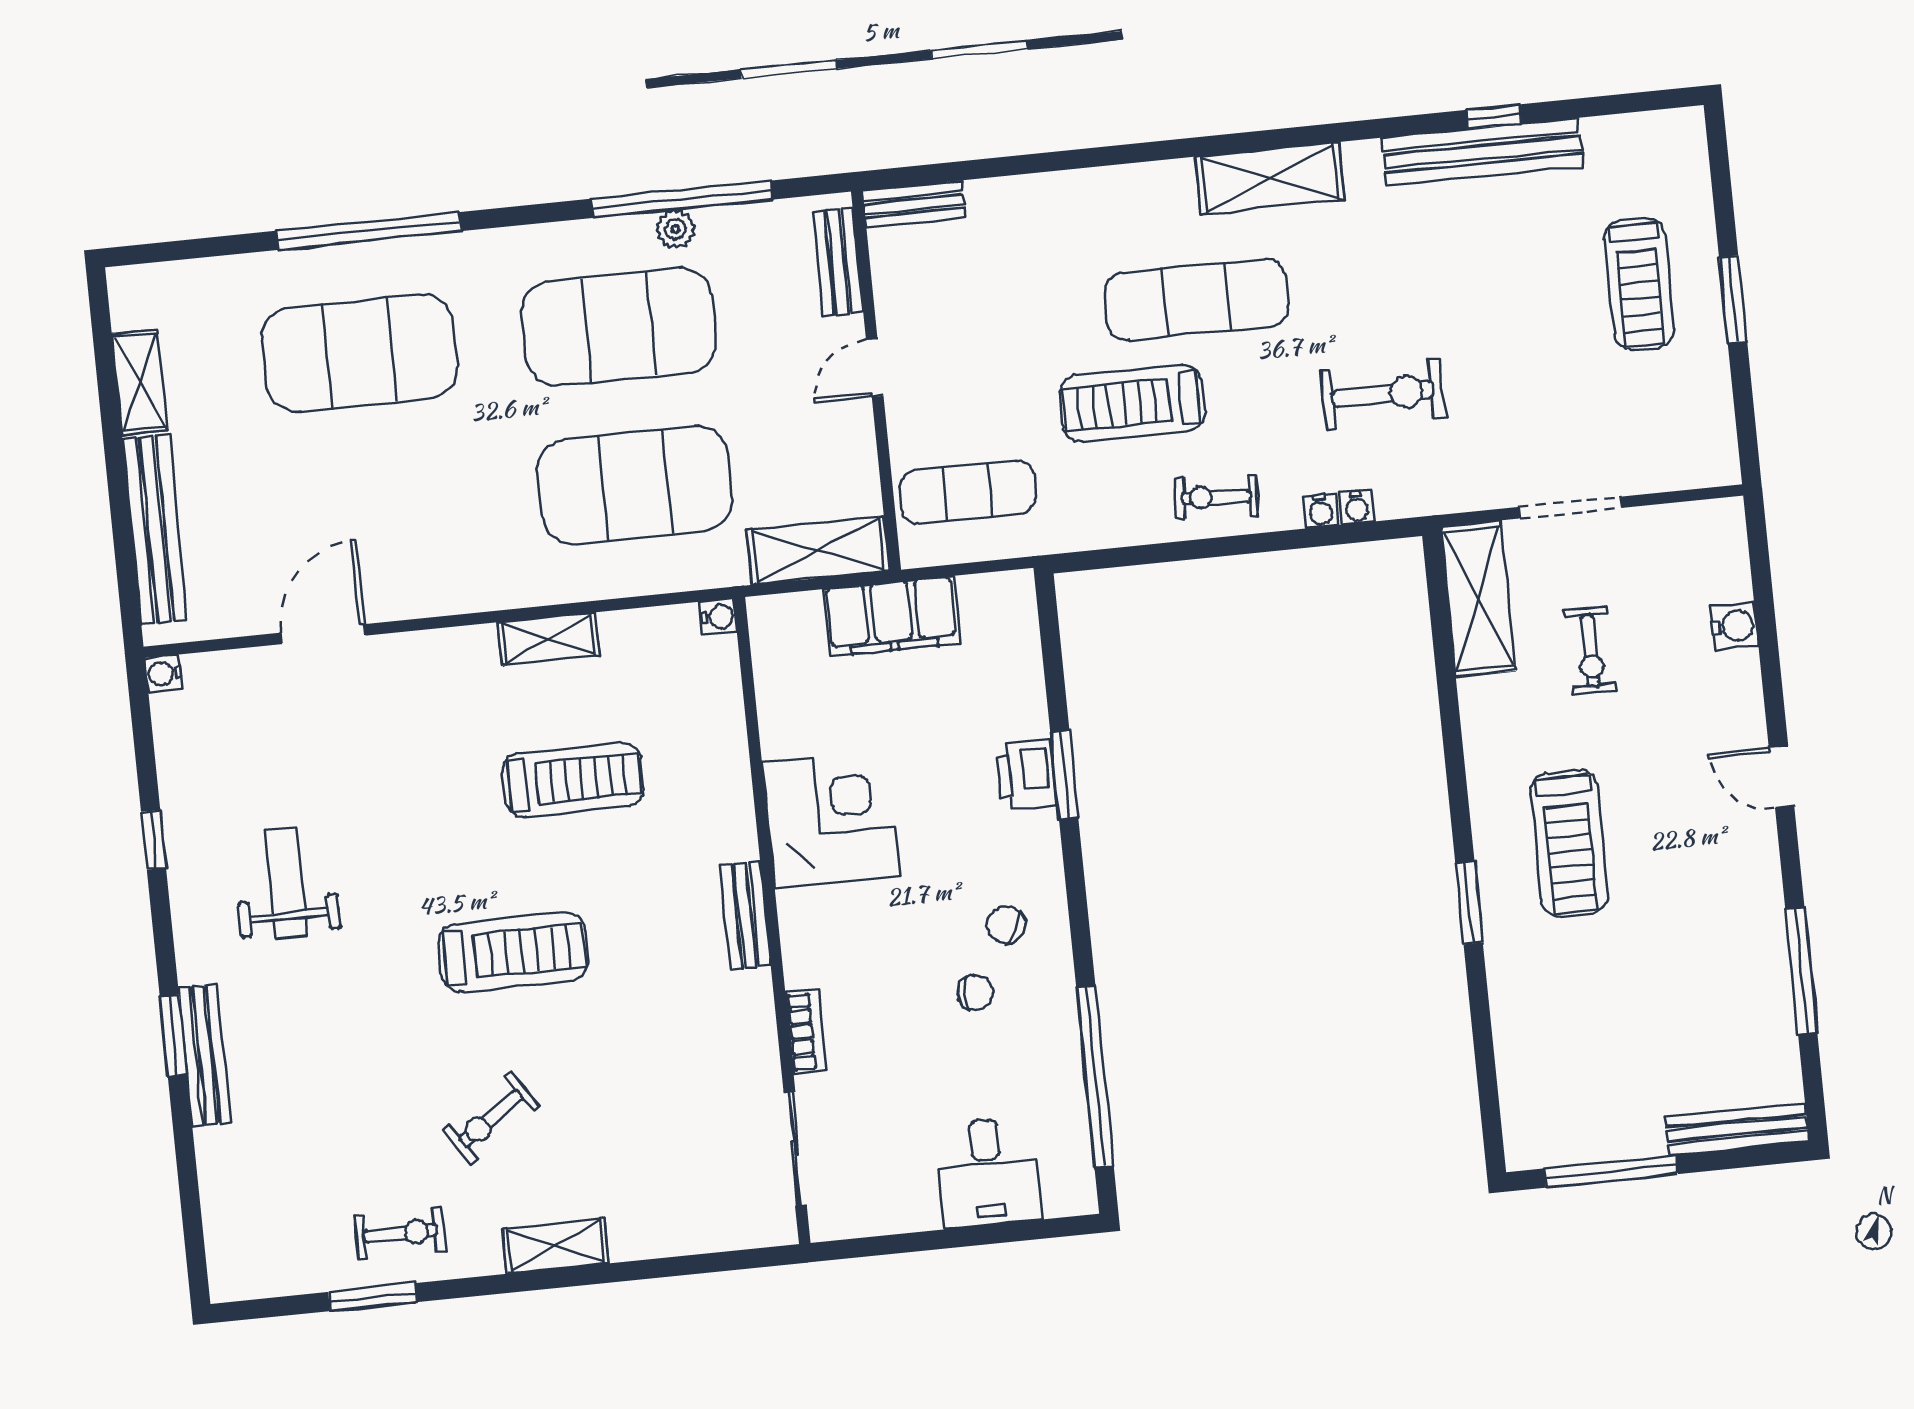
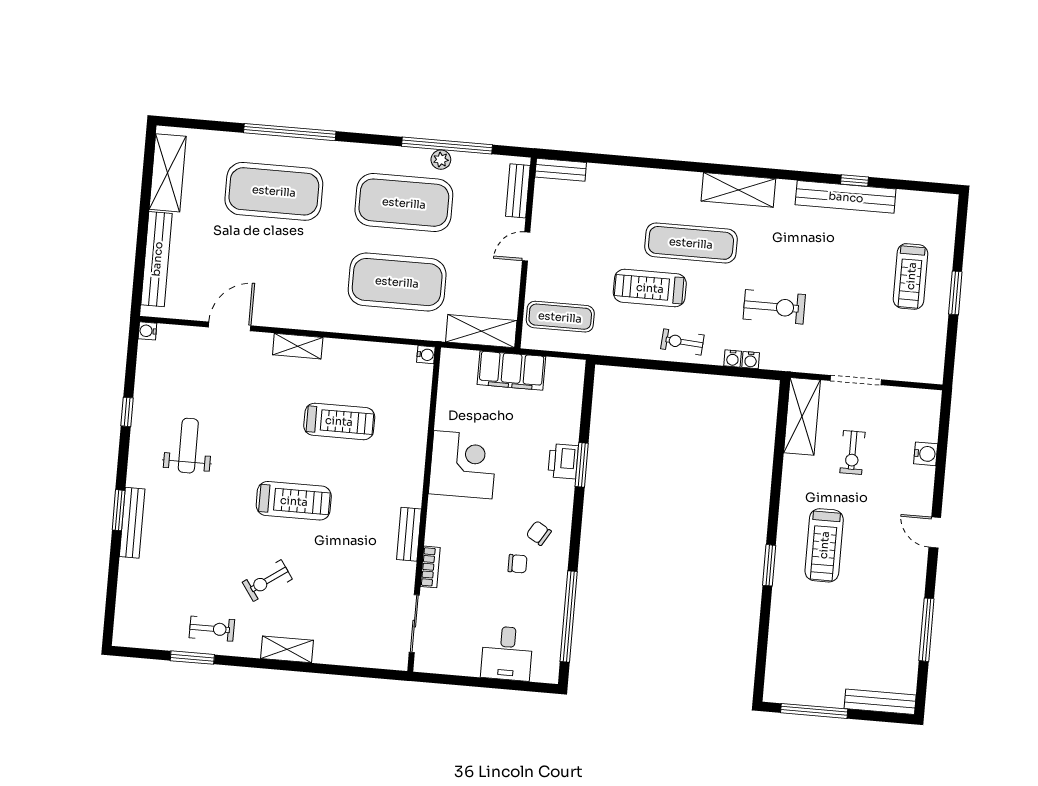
shelving: (140, 382) -> (168, 173), width x1.50, depth x1.33
shelving: (549, 639) -> (298, 346), moved
bench: (746, 915) -> (409, 534), moved

